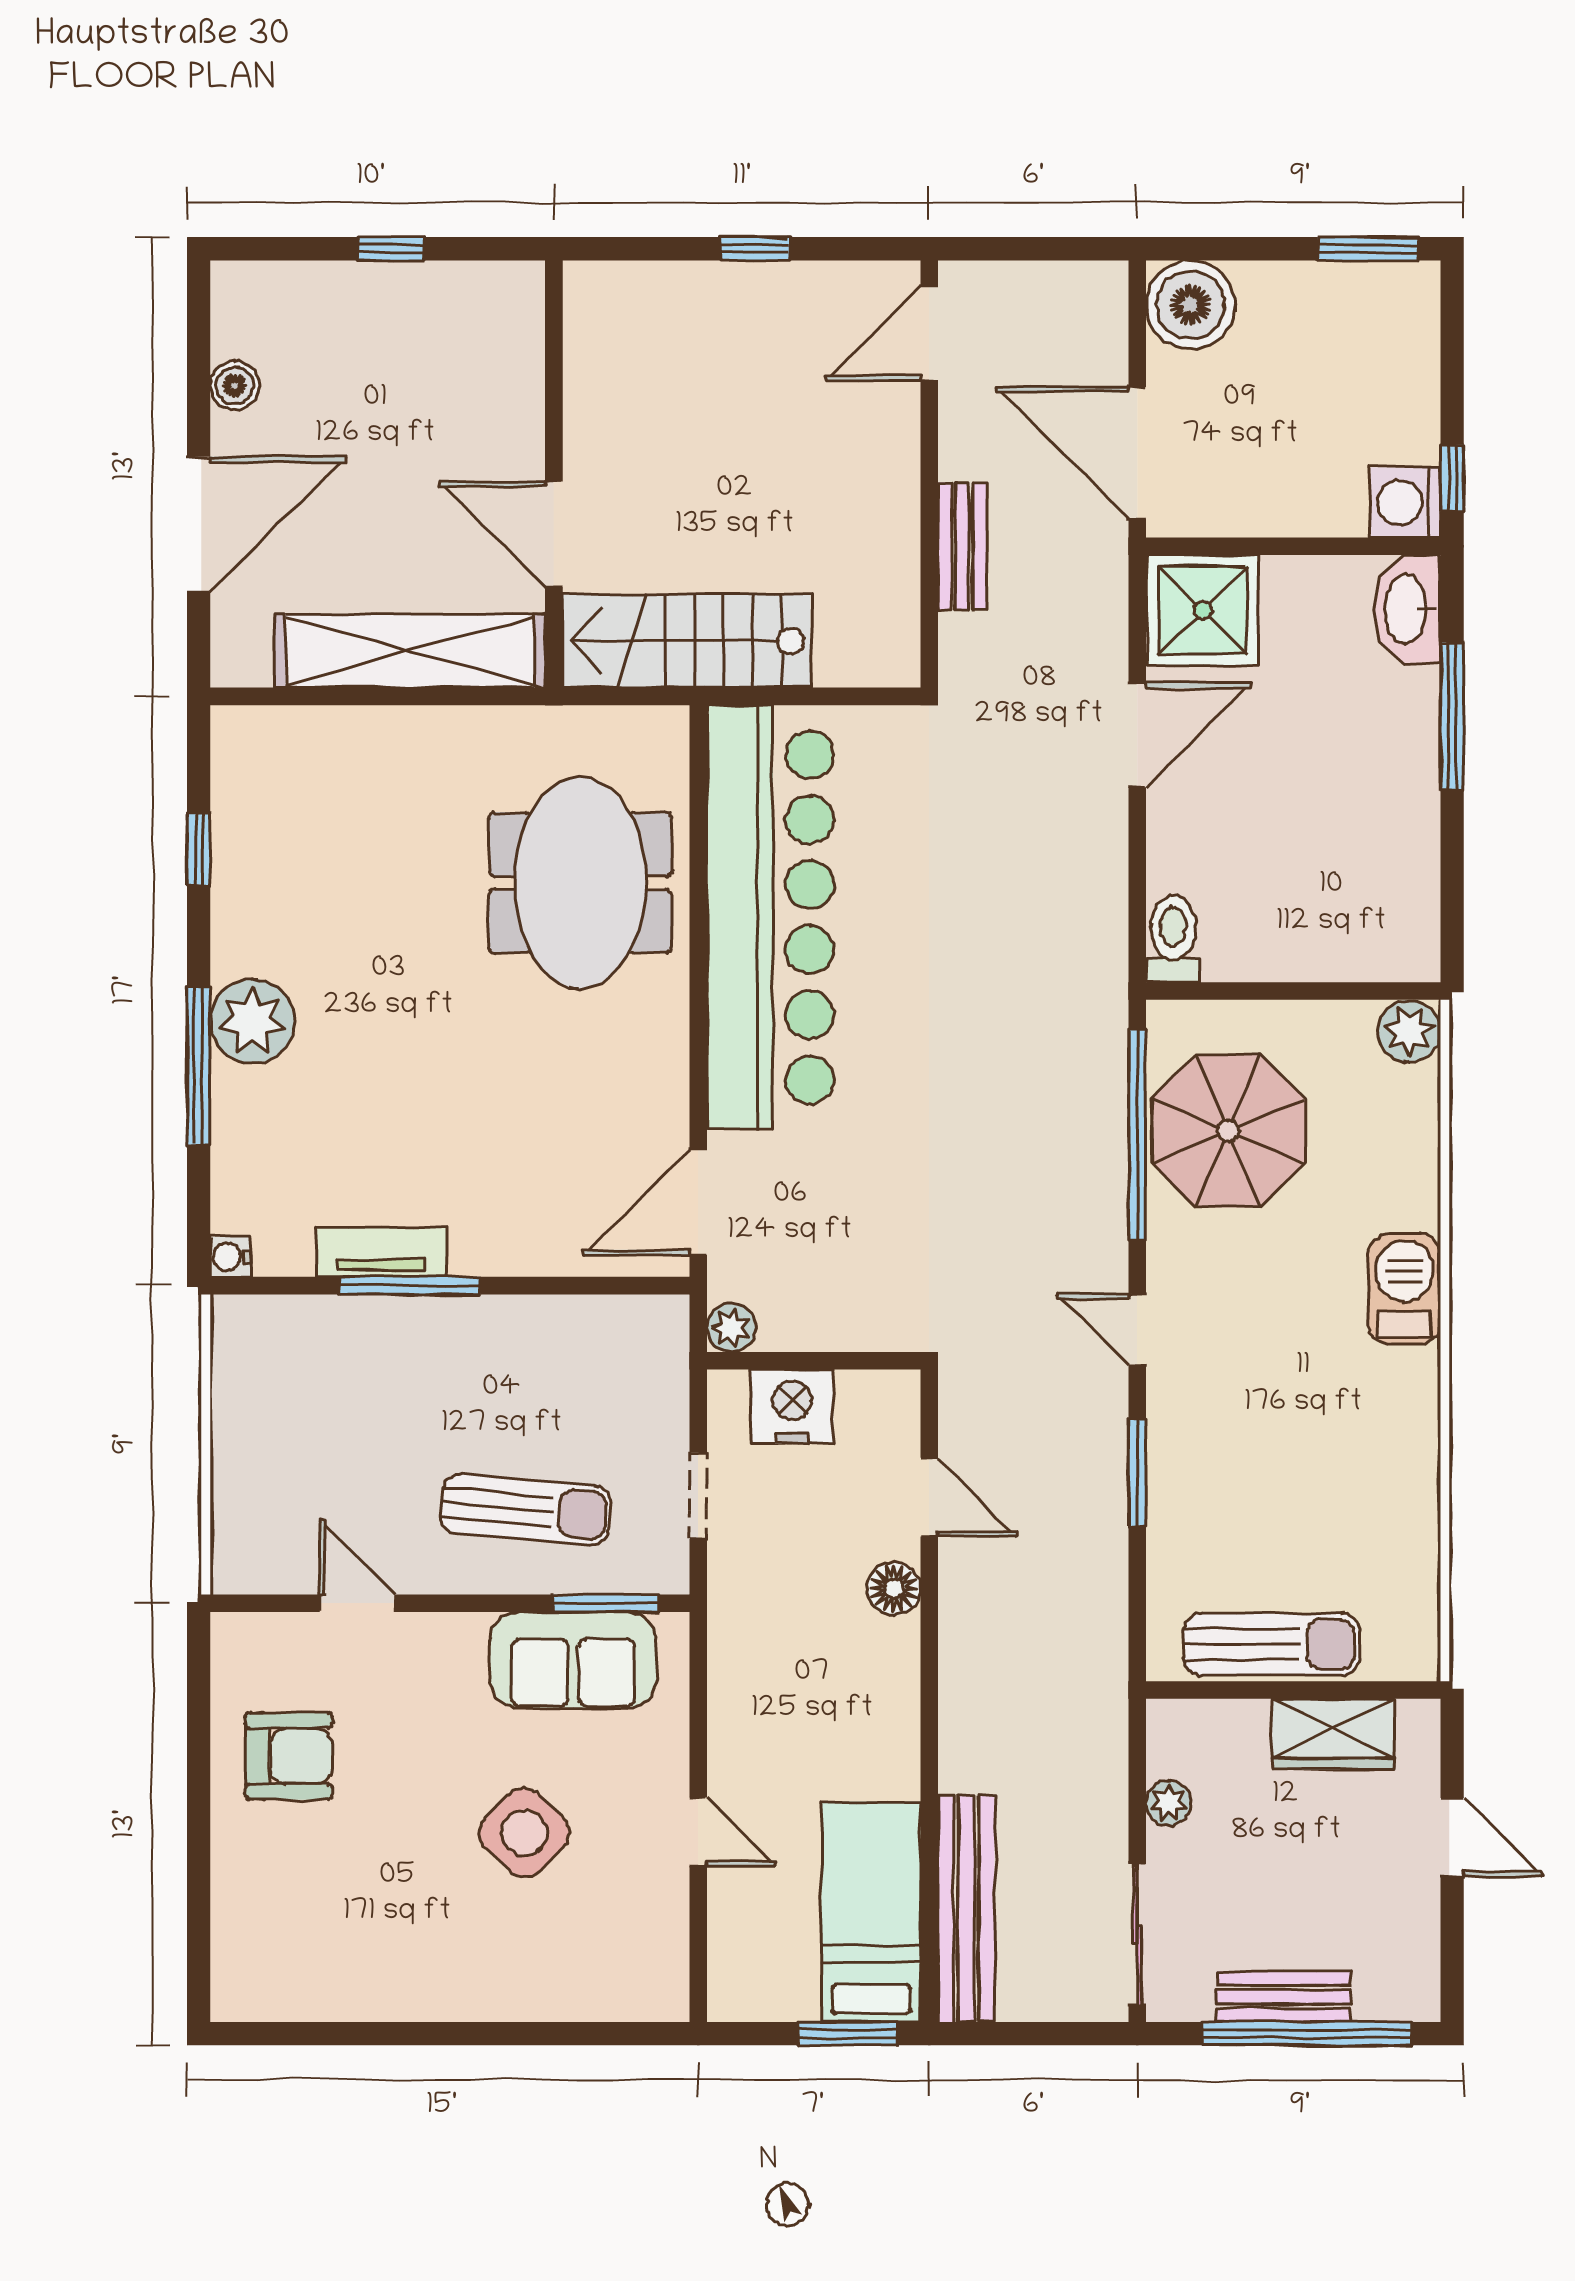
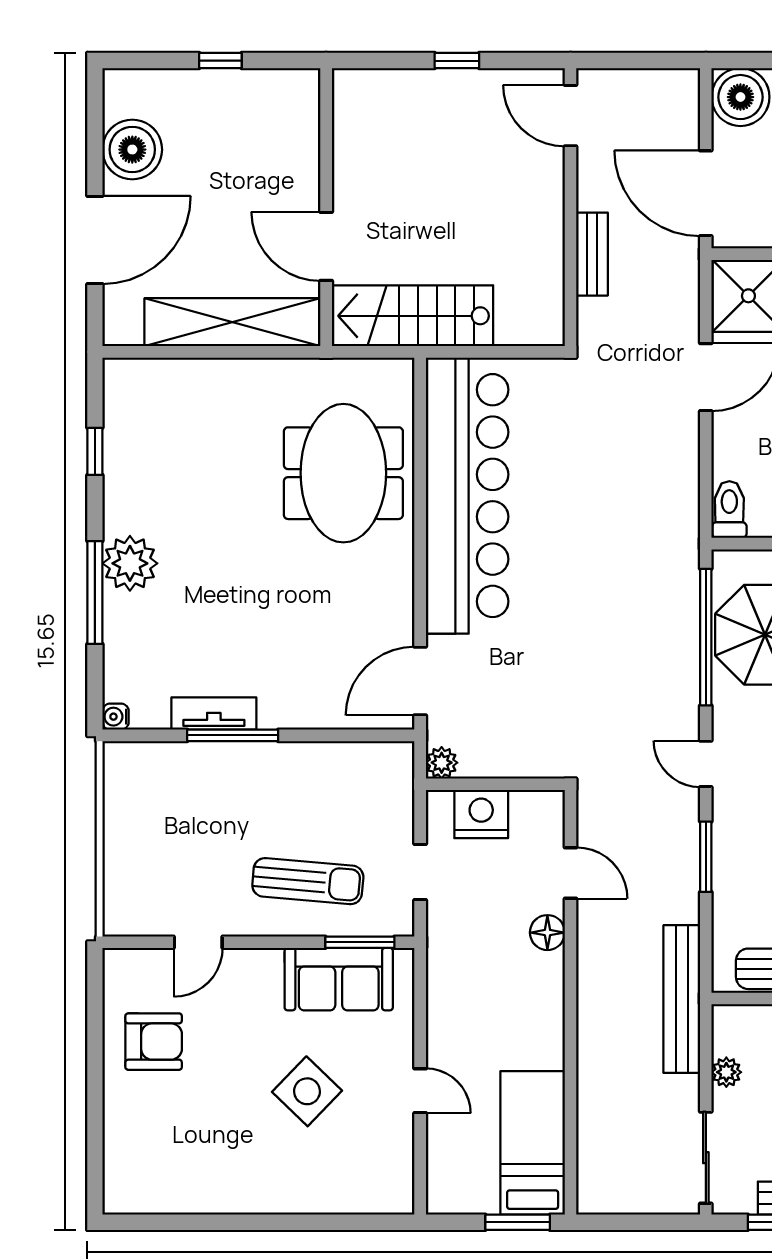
door: (929, 333) -> (571, 116), hinge flipped
boiler: (235, 385) -> (132, 150), width x1.86, depth x1.86
door: (357, 1603) -> (198, 942), swing flipped
bench: (966, 1909) -> (682, 999), moved

